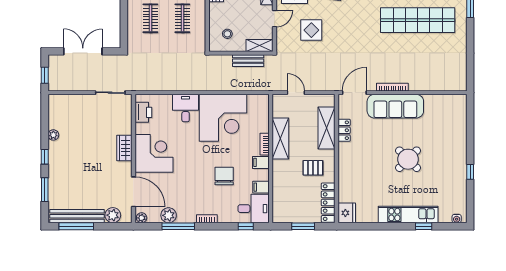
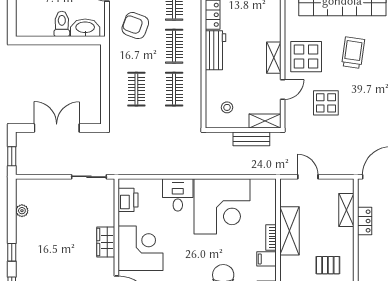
shelving: (327, 128) -> (346, 210), width x0.67, depth x0.75
plant: (53, 135) -> (22, 211), moved

